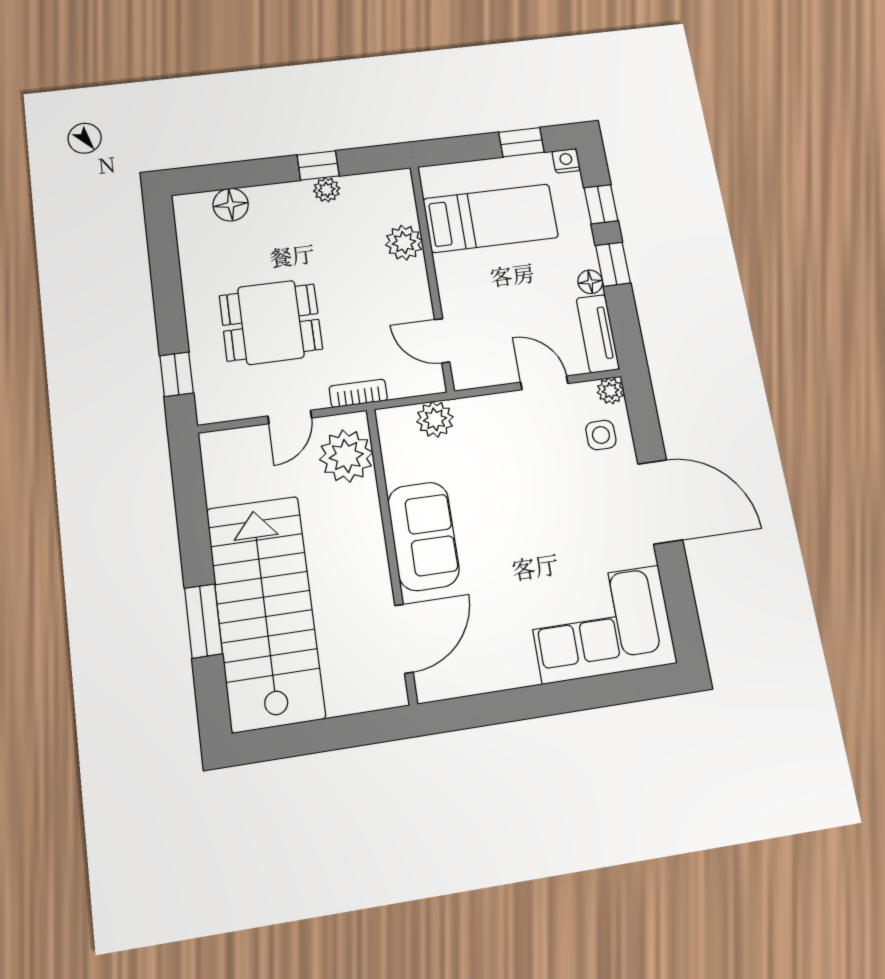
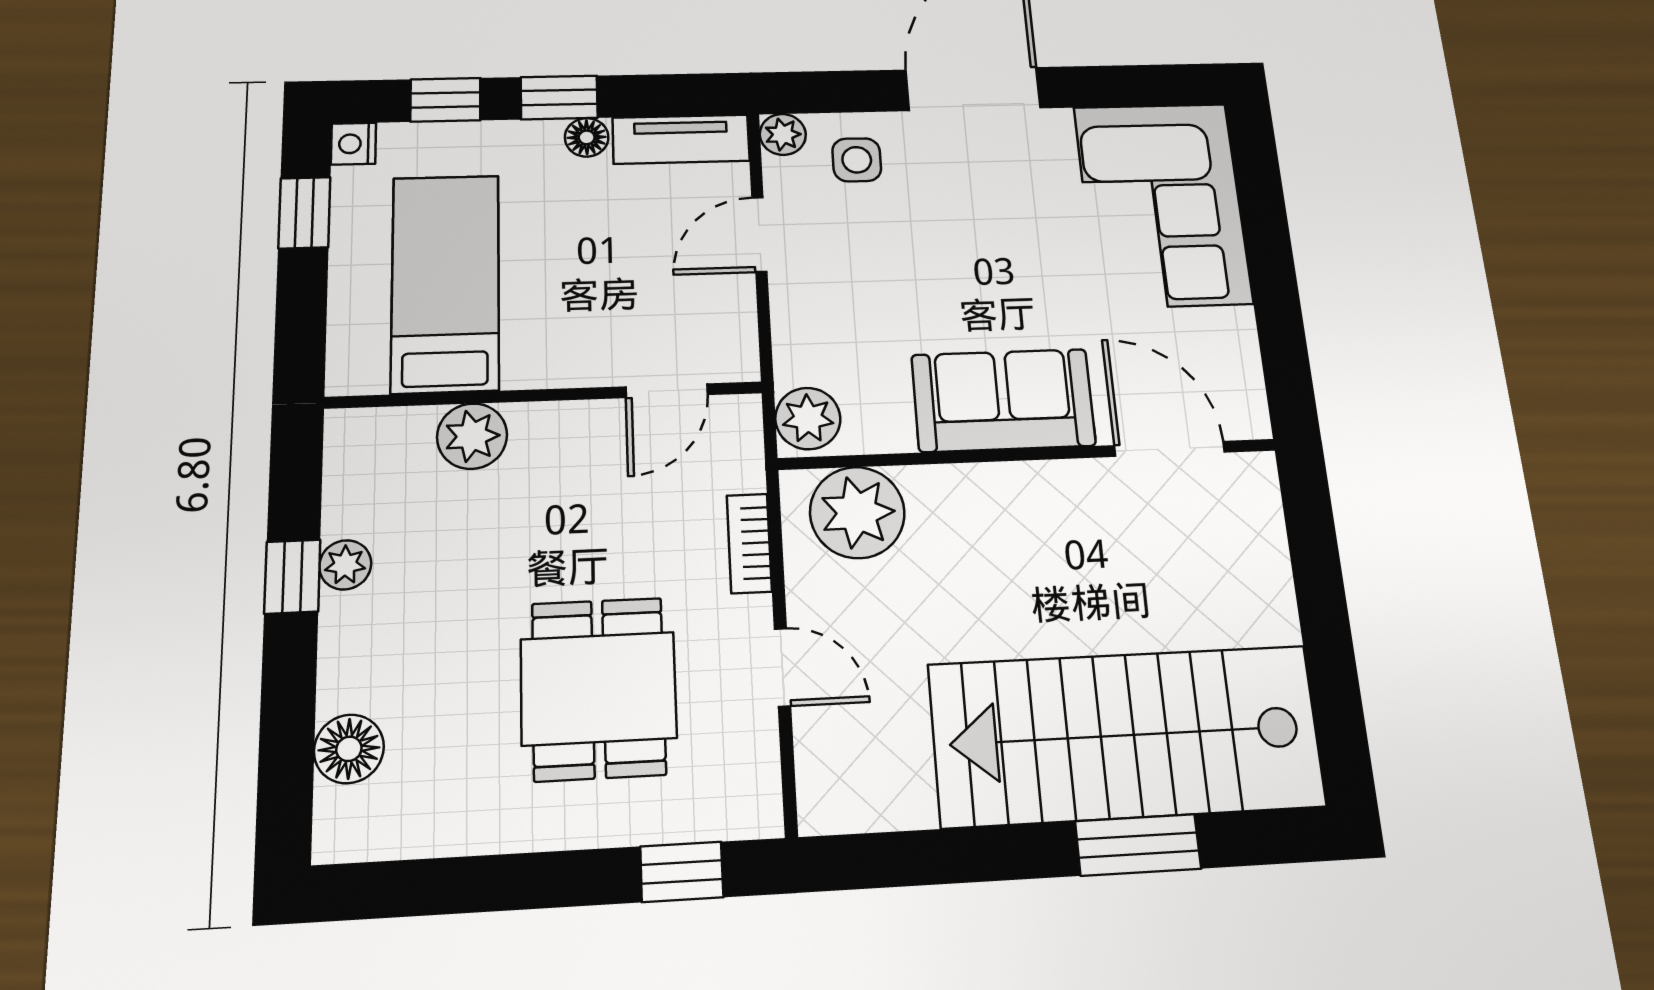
plant: (346, 456) -> (857, 512), moved
sofa: (424, 536) -> (1003, 400), moved
wall: (391, 553) -> (1029, 454), moved
door: (404, 639) -> (1170, 449), moved

